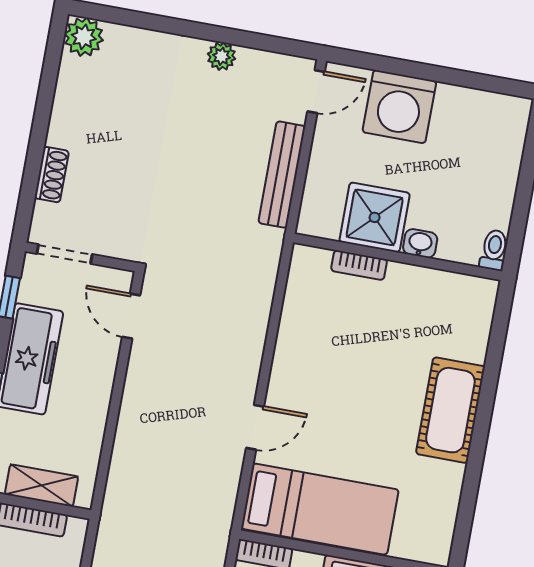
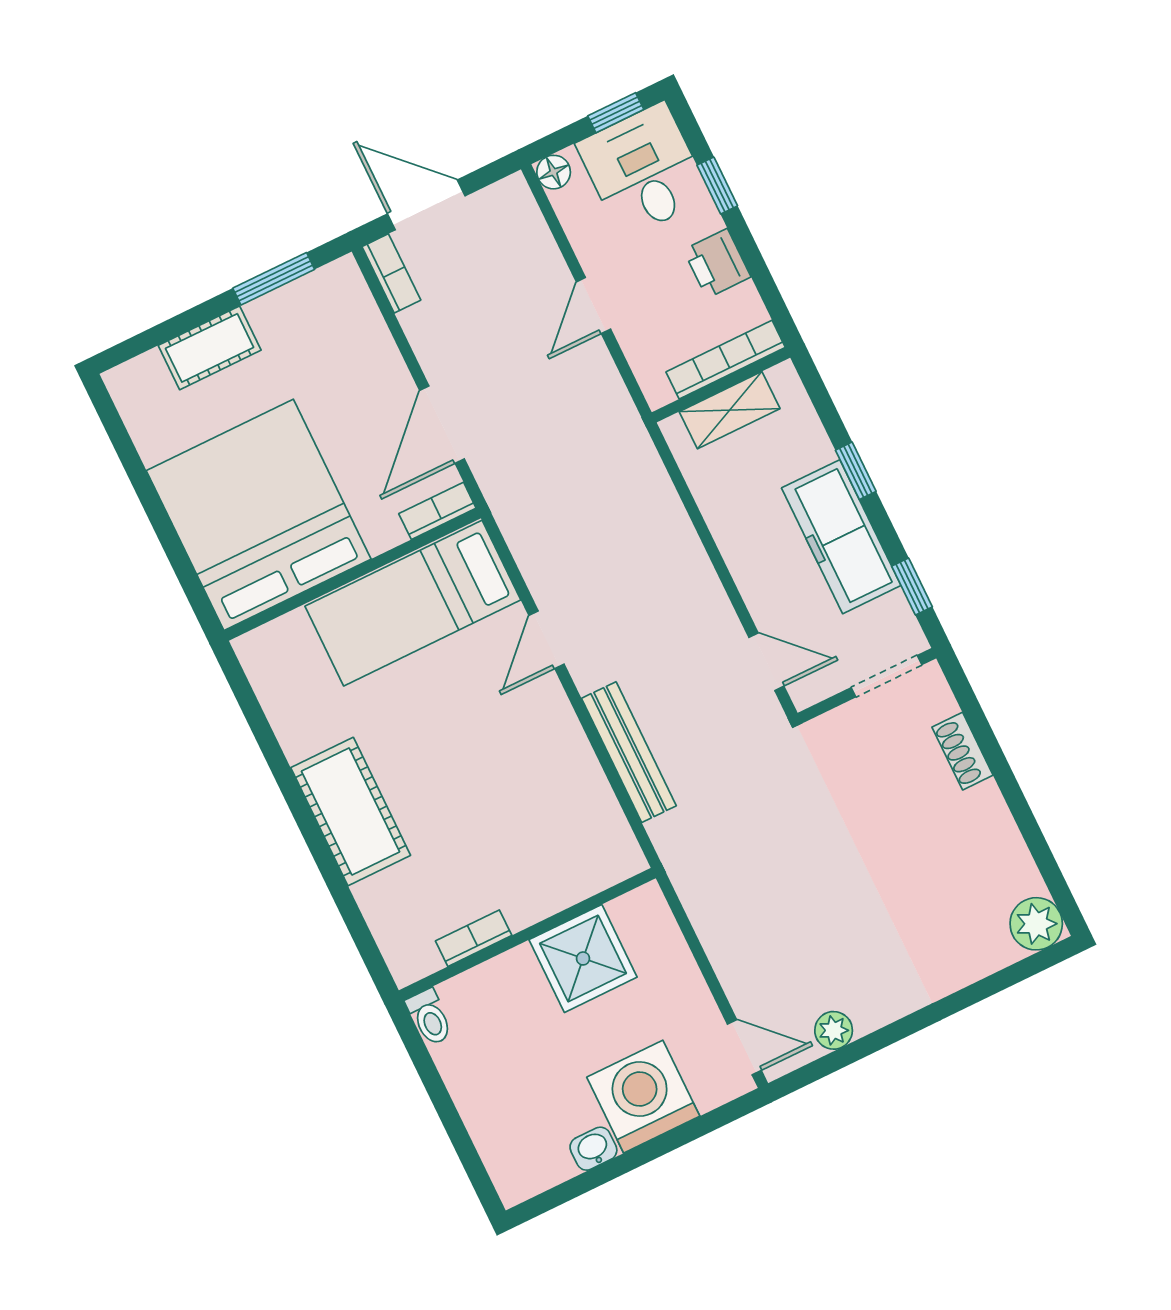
plant: (221, 56) -> (834, 1030), moved
door: (316, 92) -> (744, 1047), swing flipped
bench: (282, 175) -> (629, 752), moved
washbasin: (420, 243) -> (593, 1149), moved, turned 180
bookcase: (359, 265) -> (474, 938), moved

